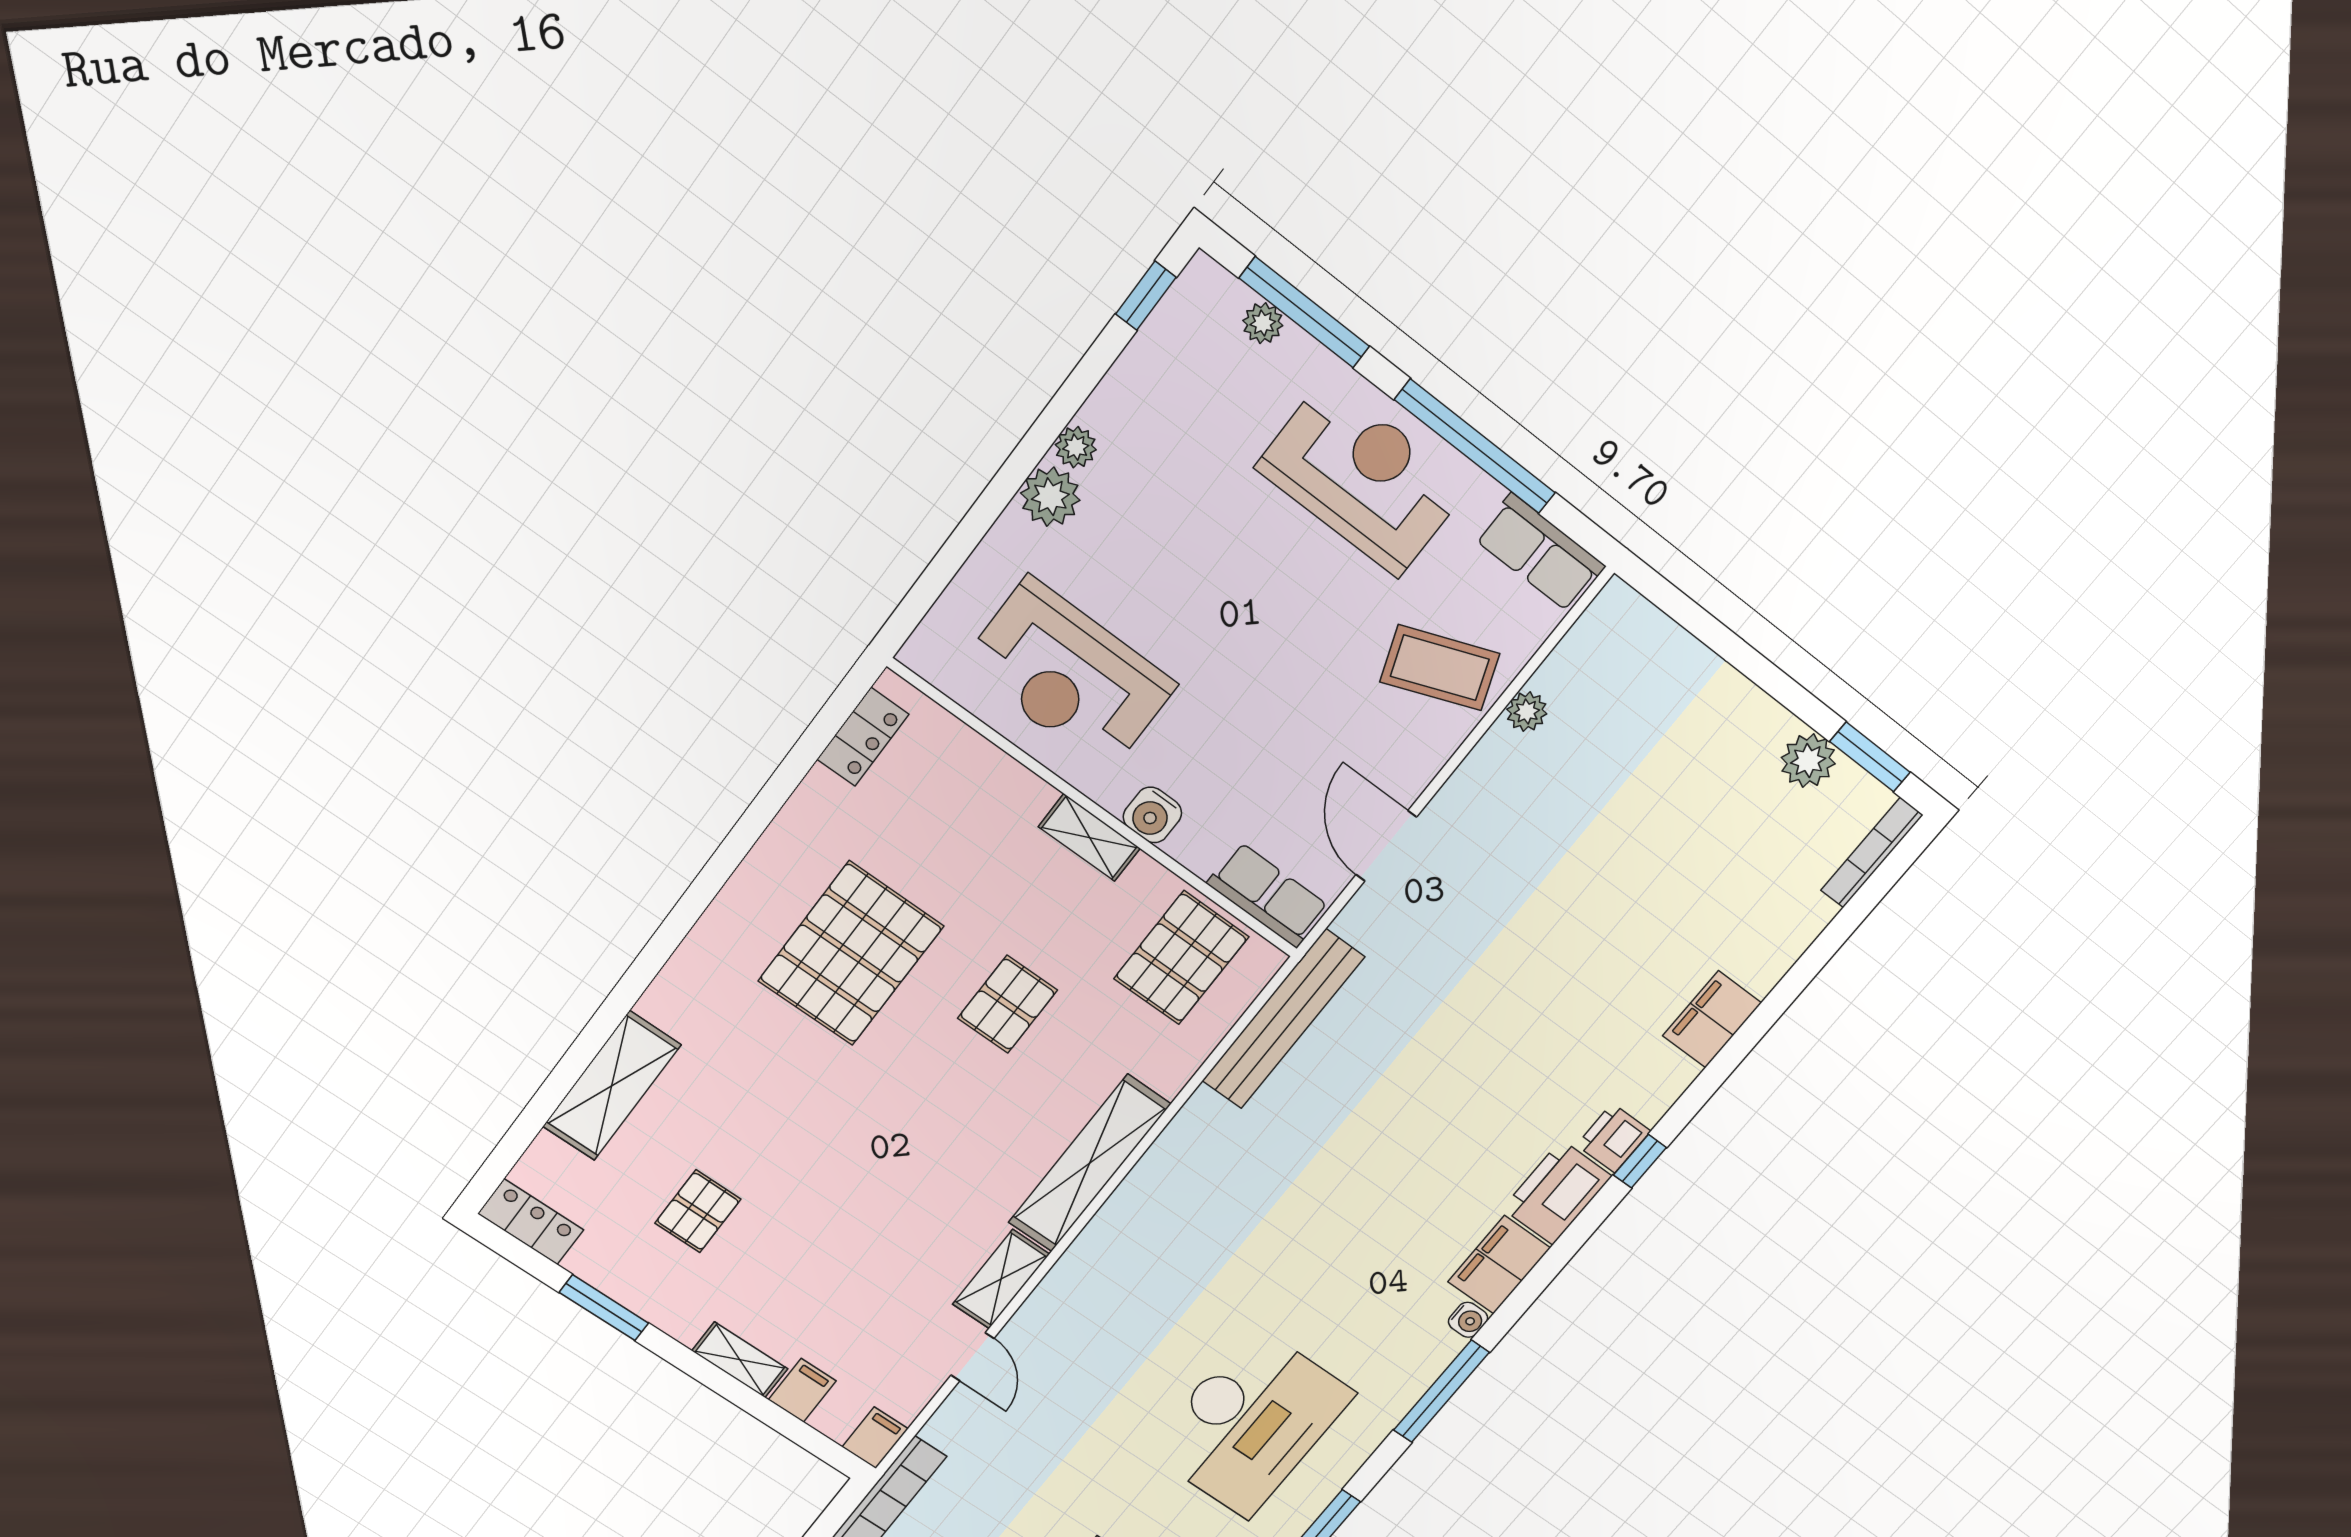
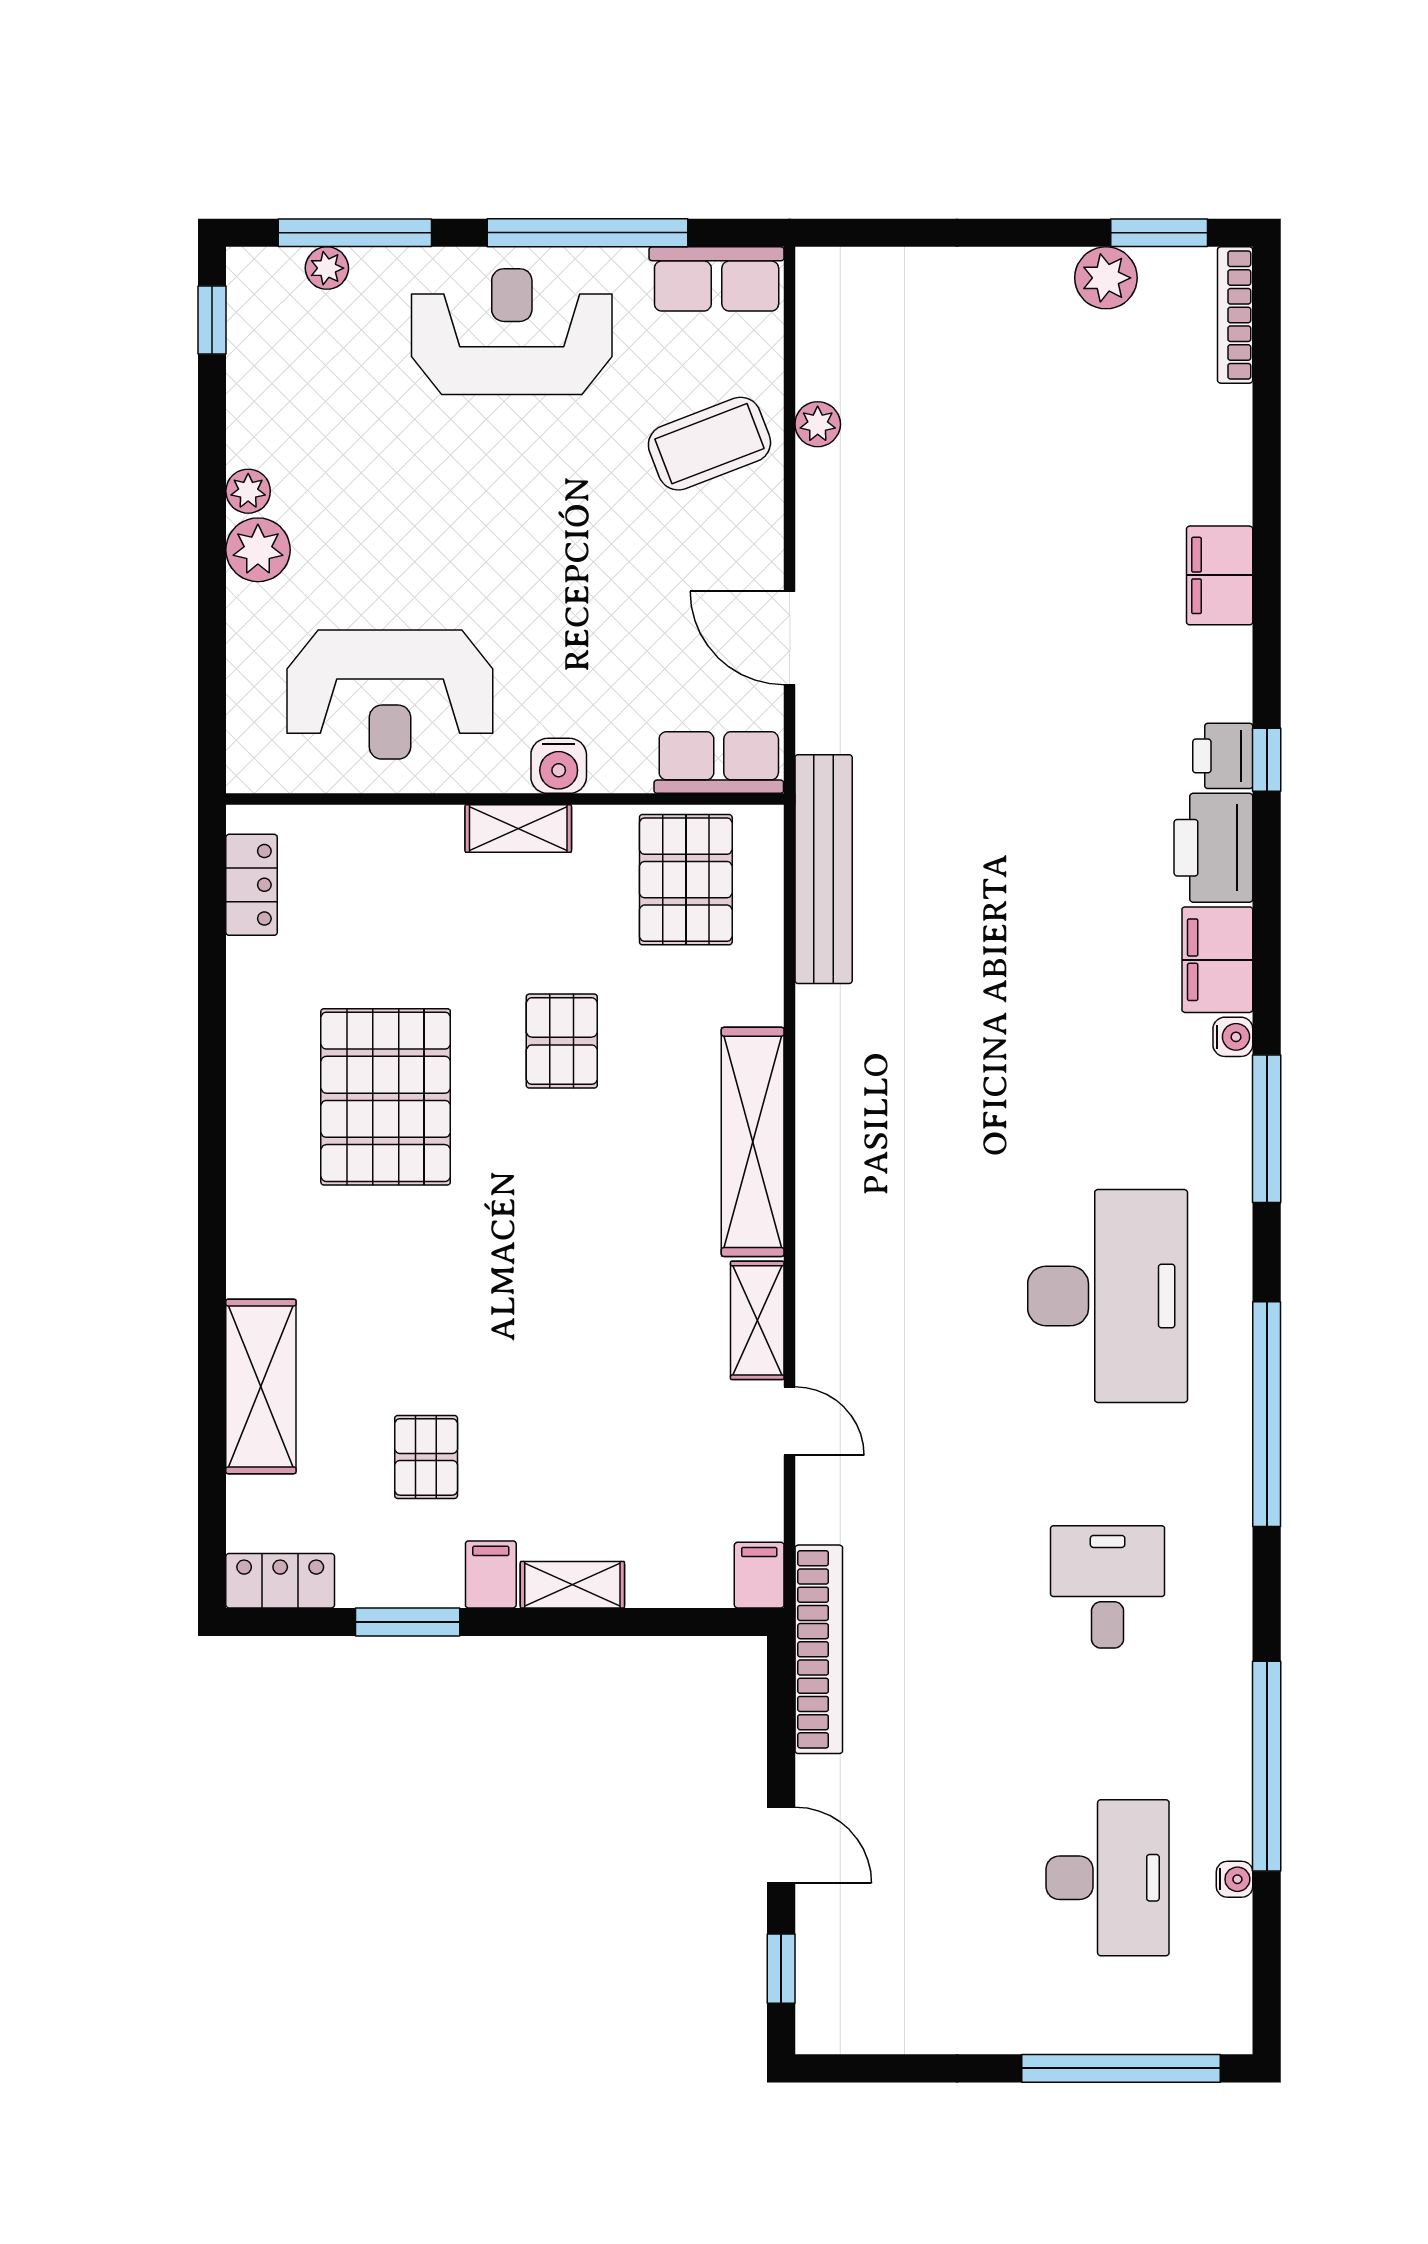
filing cabinet: (802, 1390) -> (491, 1574), moved

